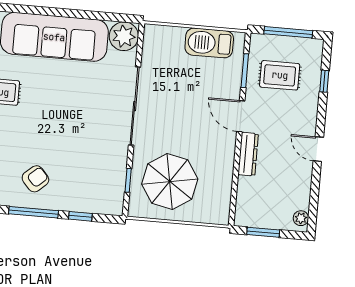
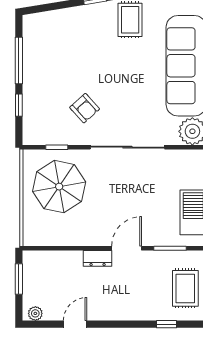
rug: (280, 75) -> (185, 288), moved
door: (318, 149) -> (75, 324), moved
dresser: (248, 154) -> (98, 258), width x0.70
armchair: (35, 179) -> (85, 108), moved

